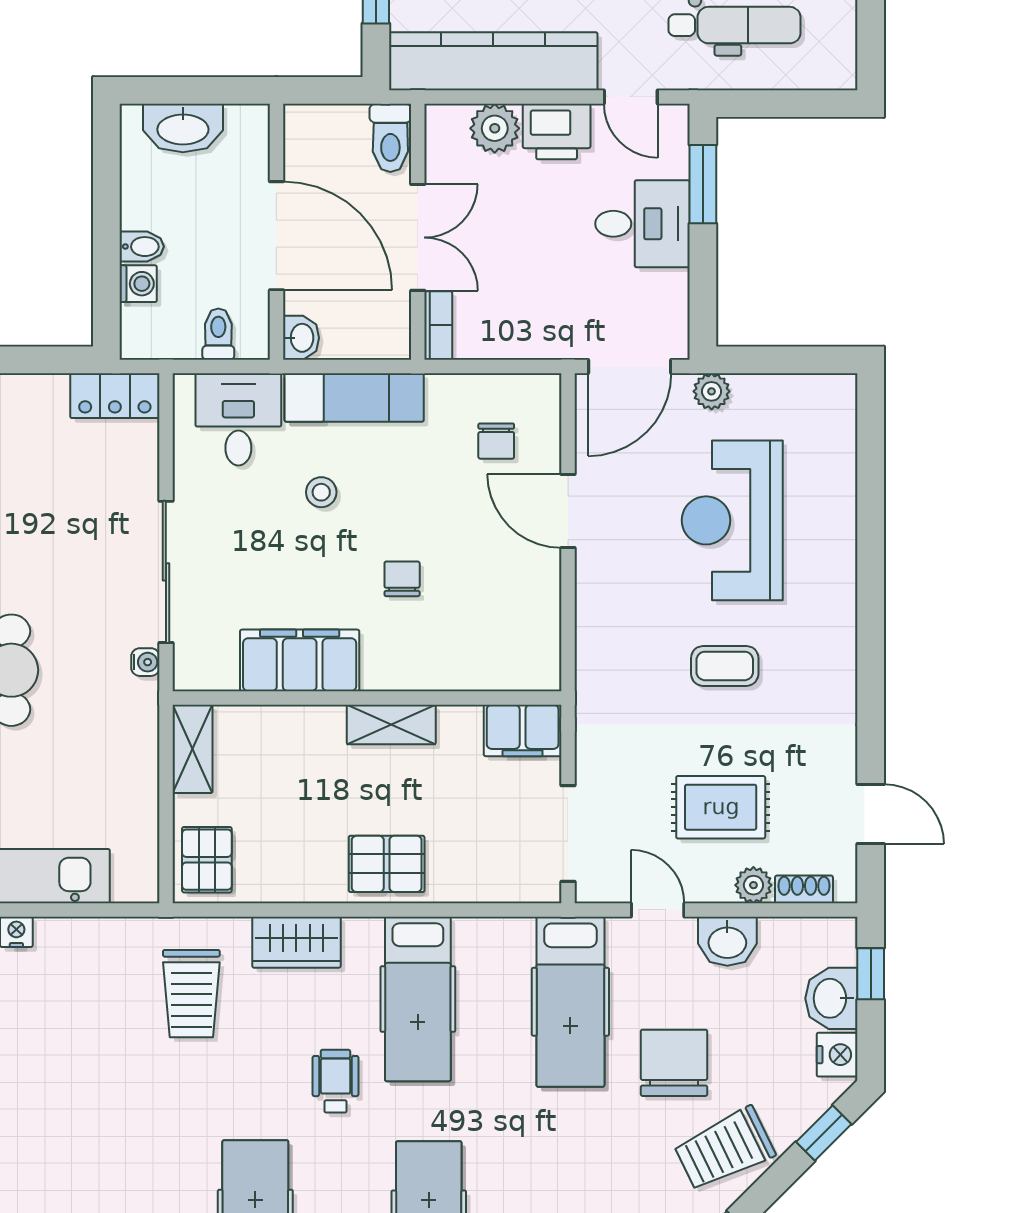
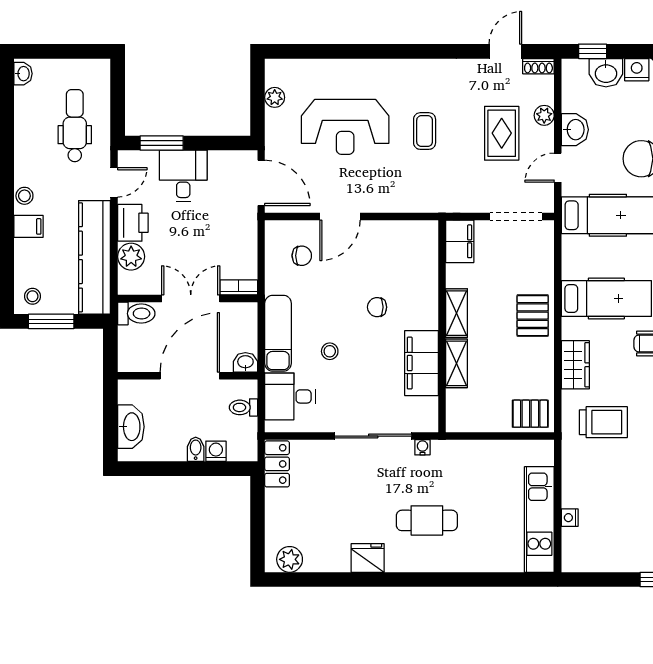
plant: (712, 391) -> (275, 97), moved
shelving: (193, 749) -> (456, 363), moved, turned 90
shoe rack: (804, 889) -> (538, 66), moved, turned -90

